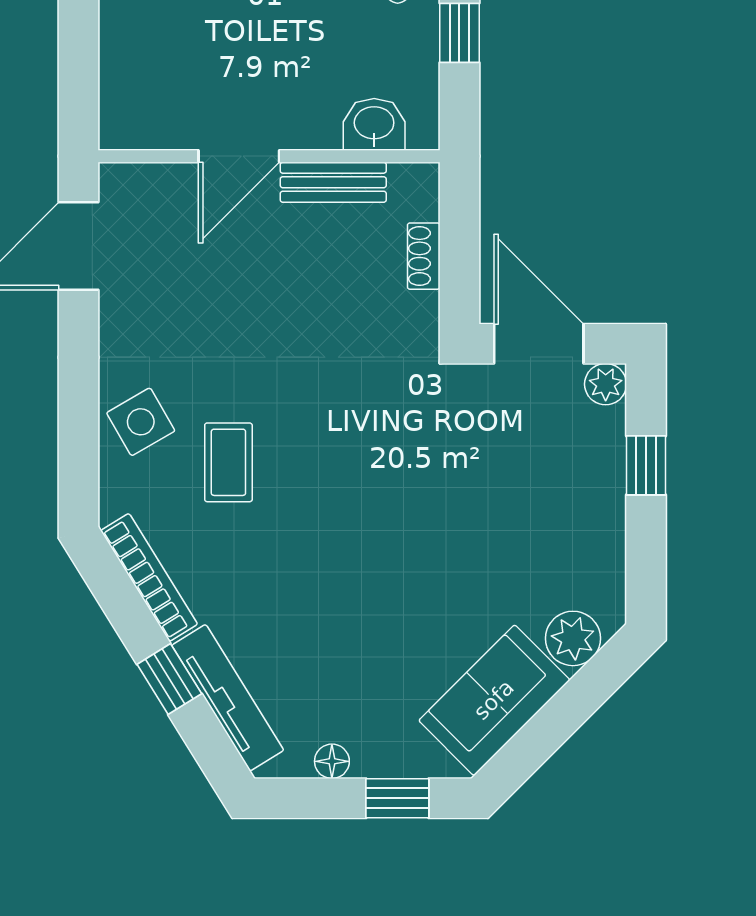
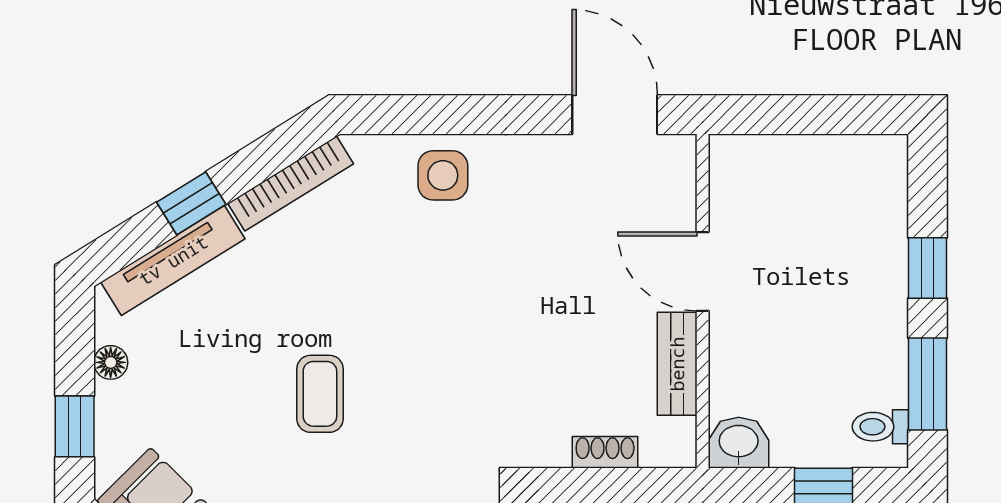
washbasin: (374, 124) -> (739, 443), moved, turned -90
side table: (141, 422) -> (443, 175), turned 30
coffee table: (228, 462) -> (320, 394), moved, turned 90

